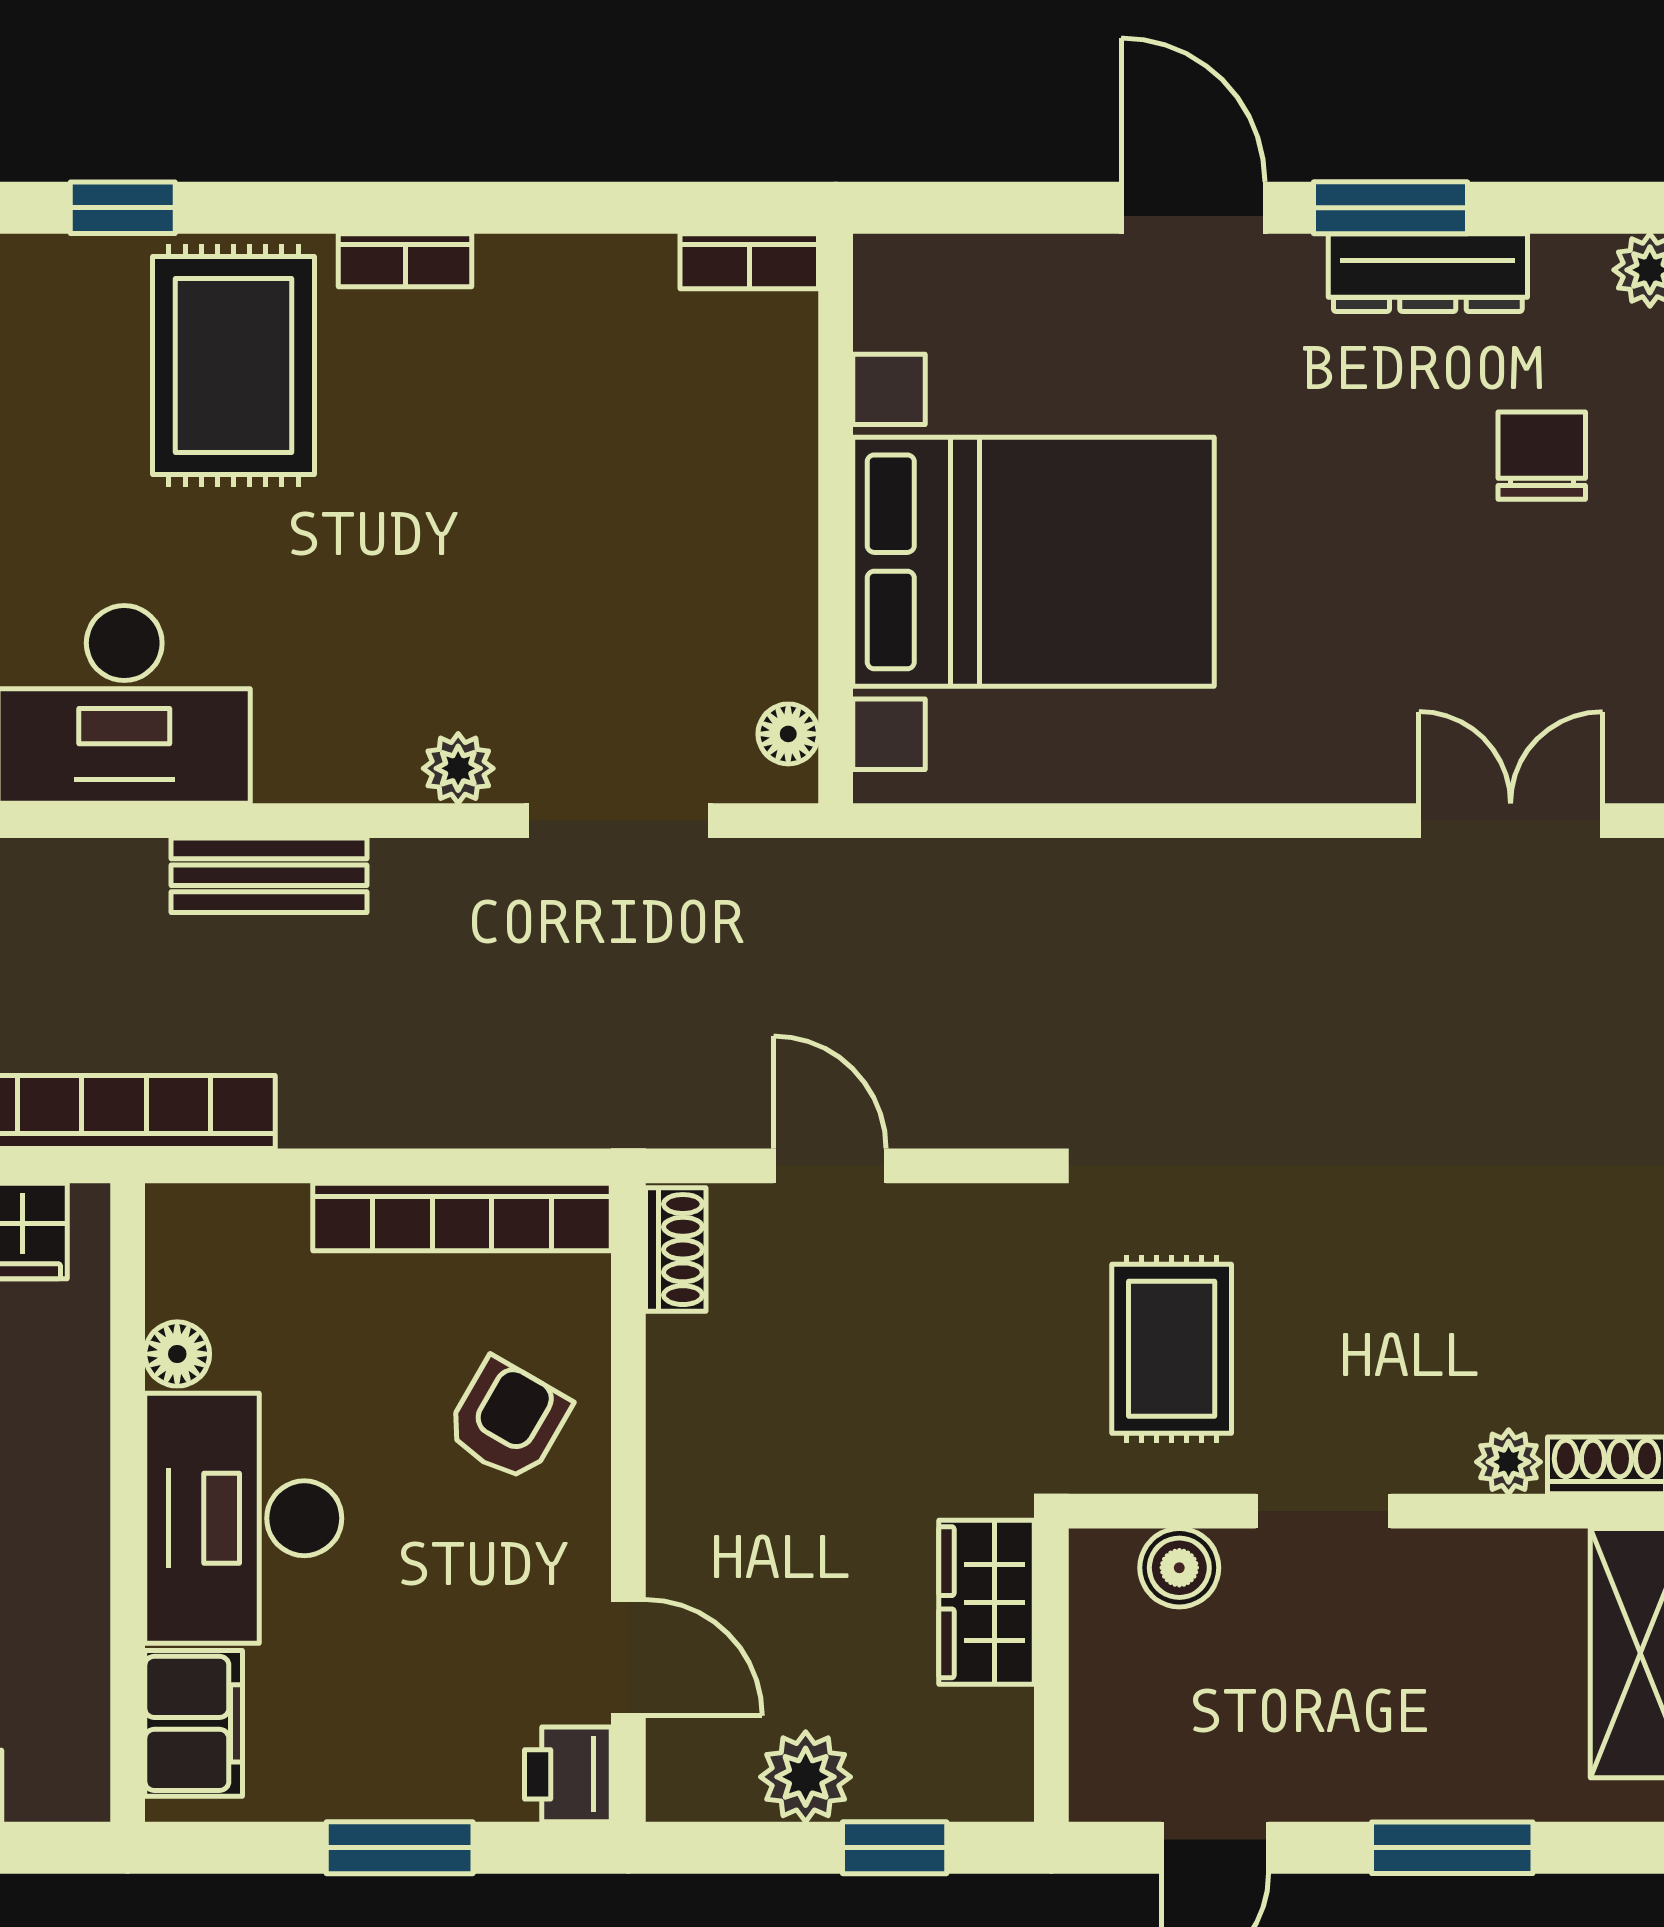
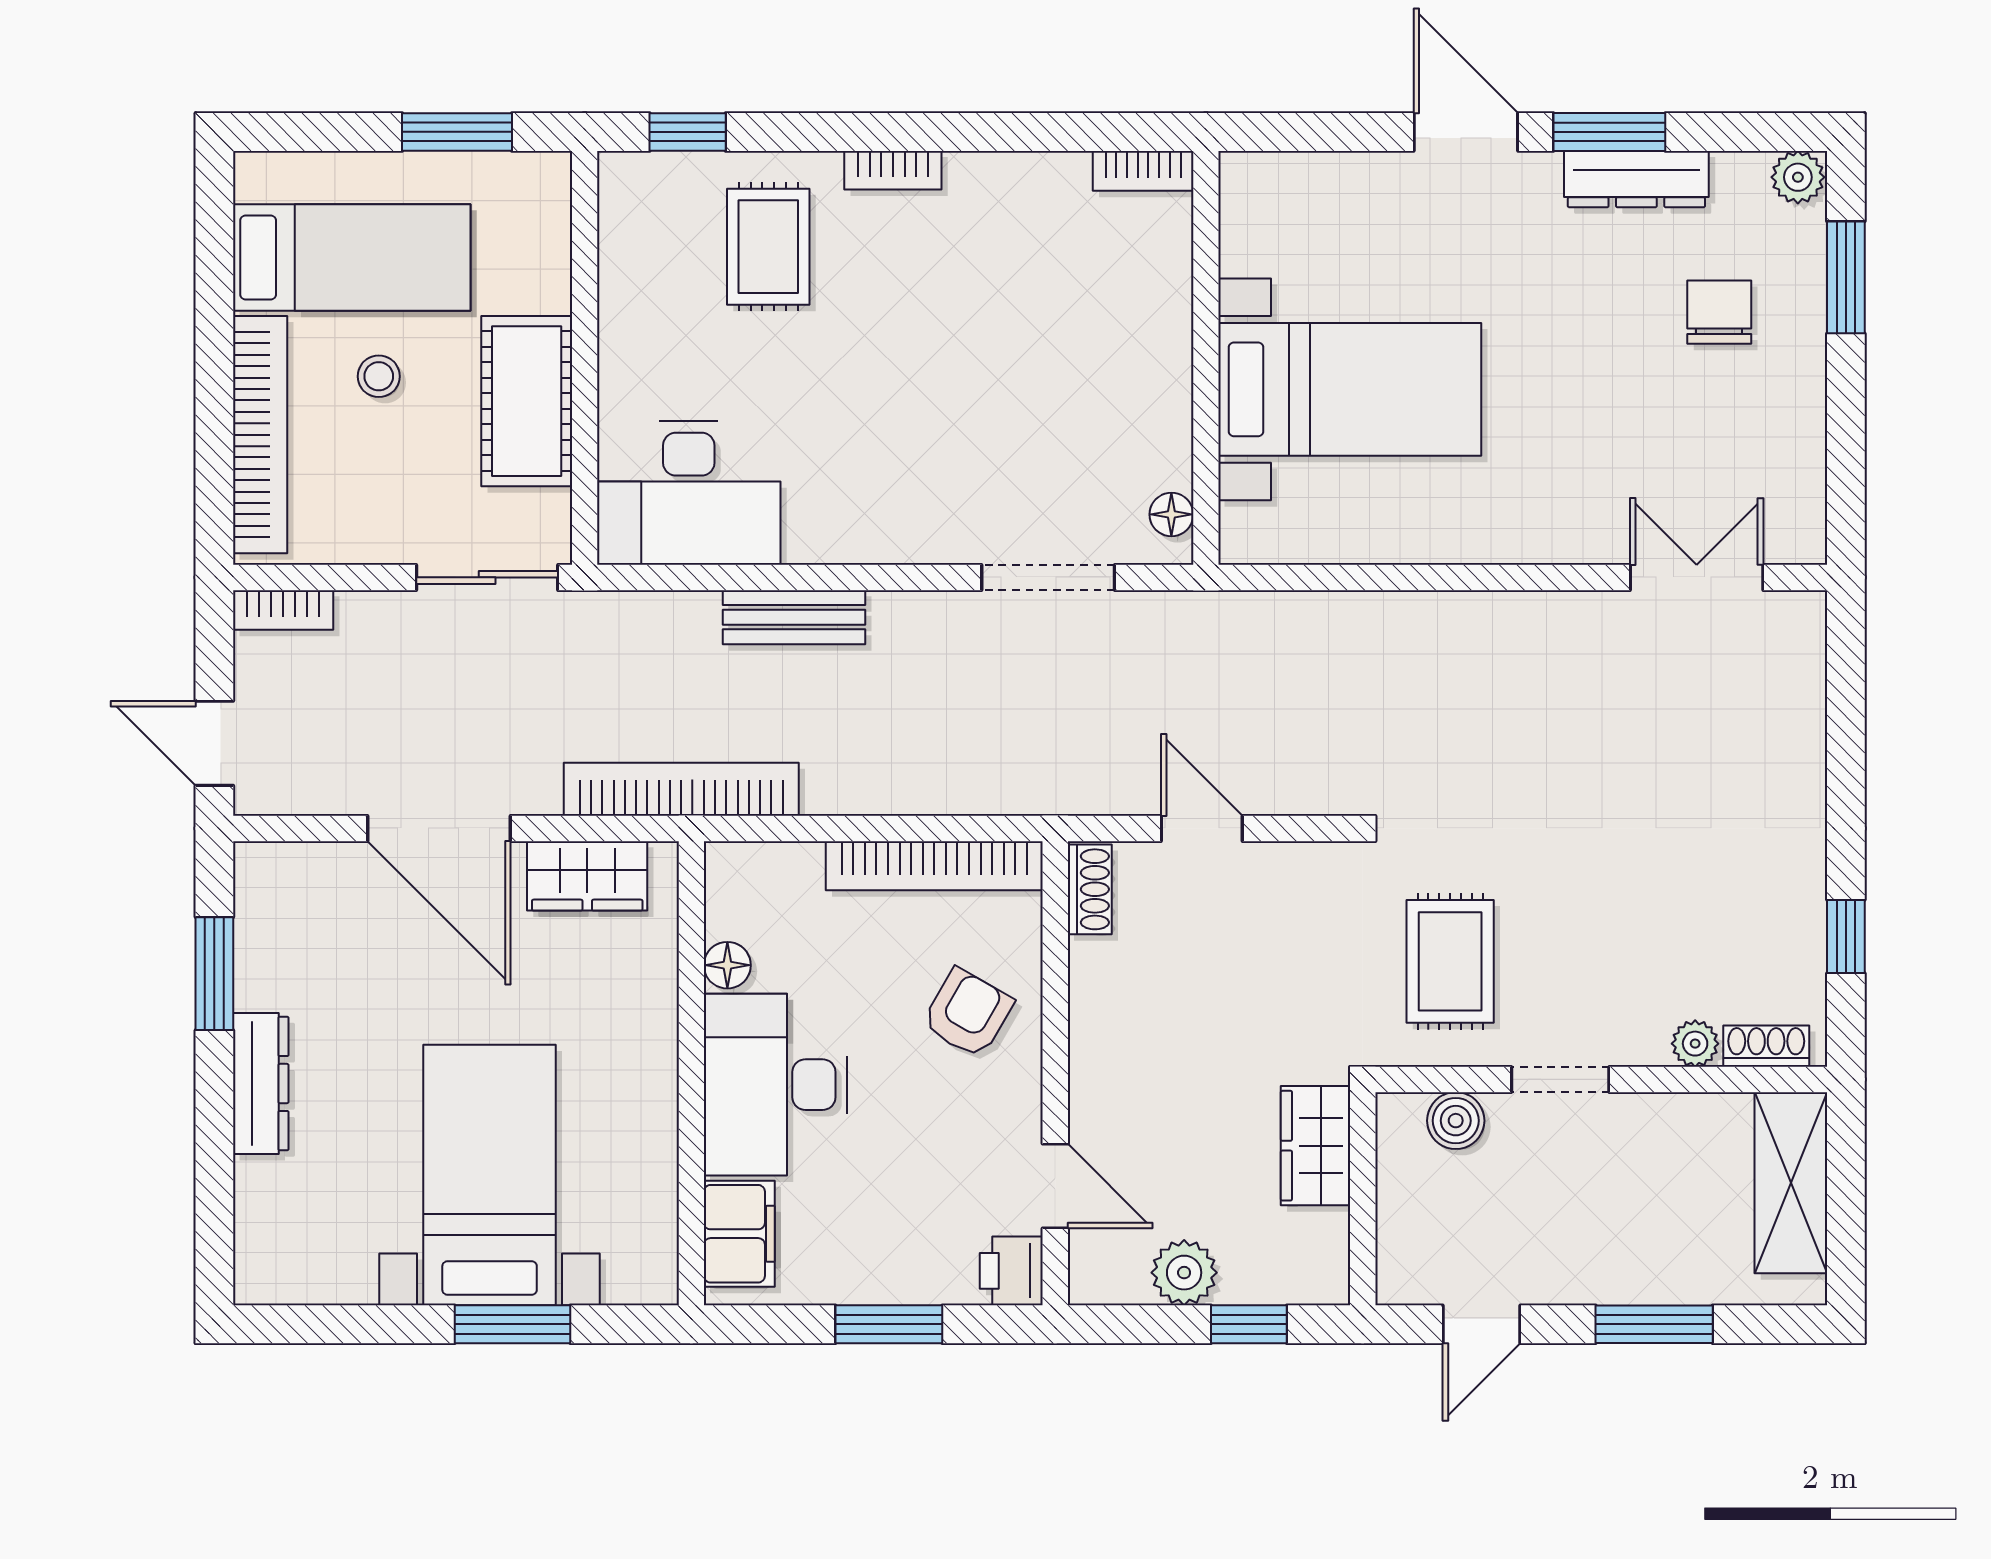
rug: (233, 366) -> (768, 247), width x0.73, depth x0.70
bed with nightstands: (1033, 562) -> (1350, 389), width x0.73
plant: (458, 768) -> (932, 539), removed

